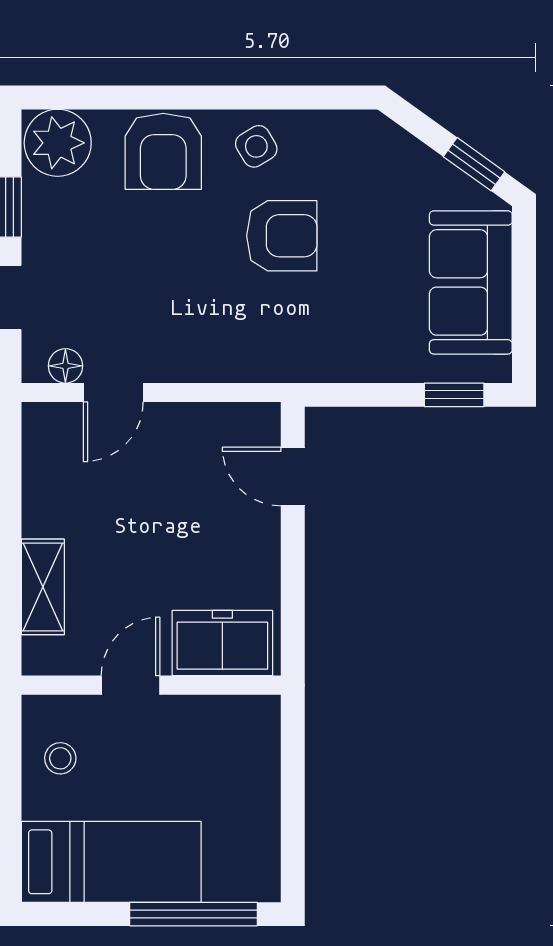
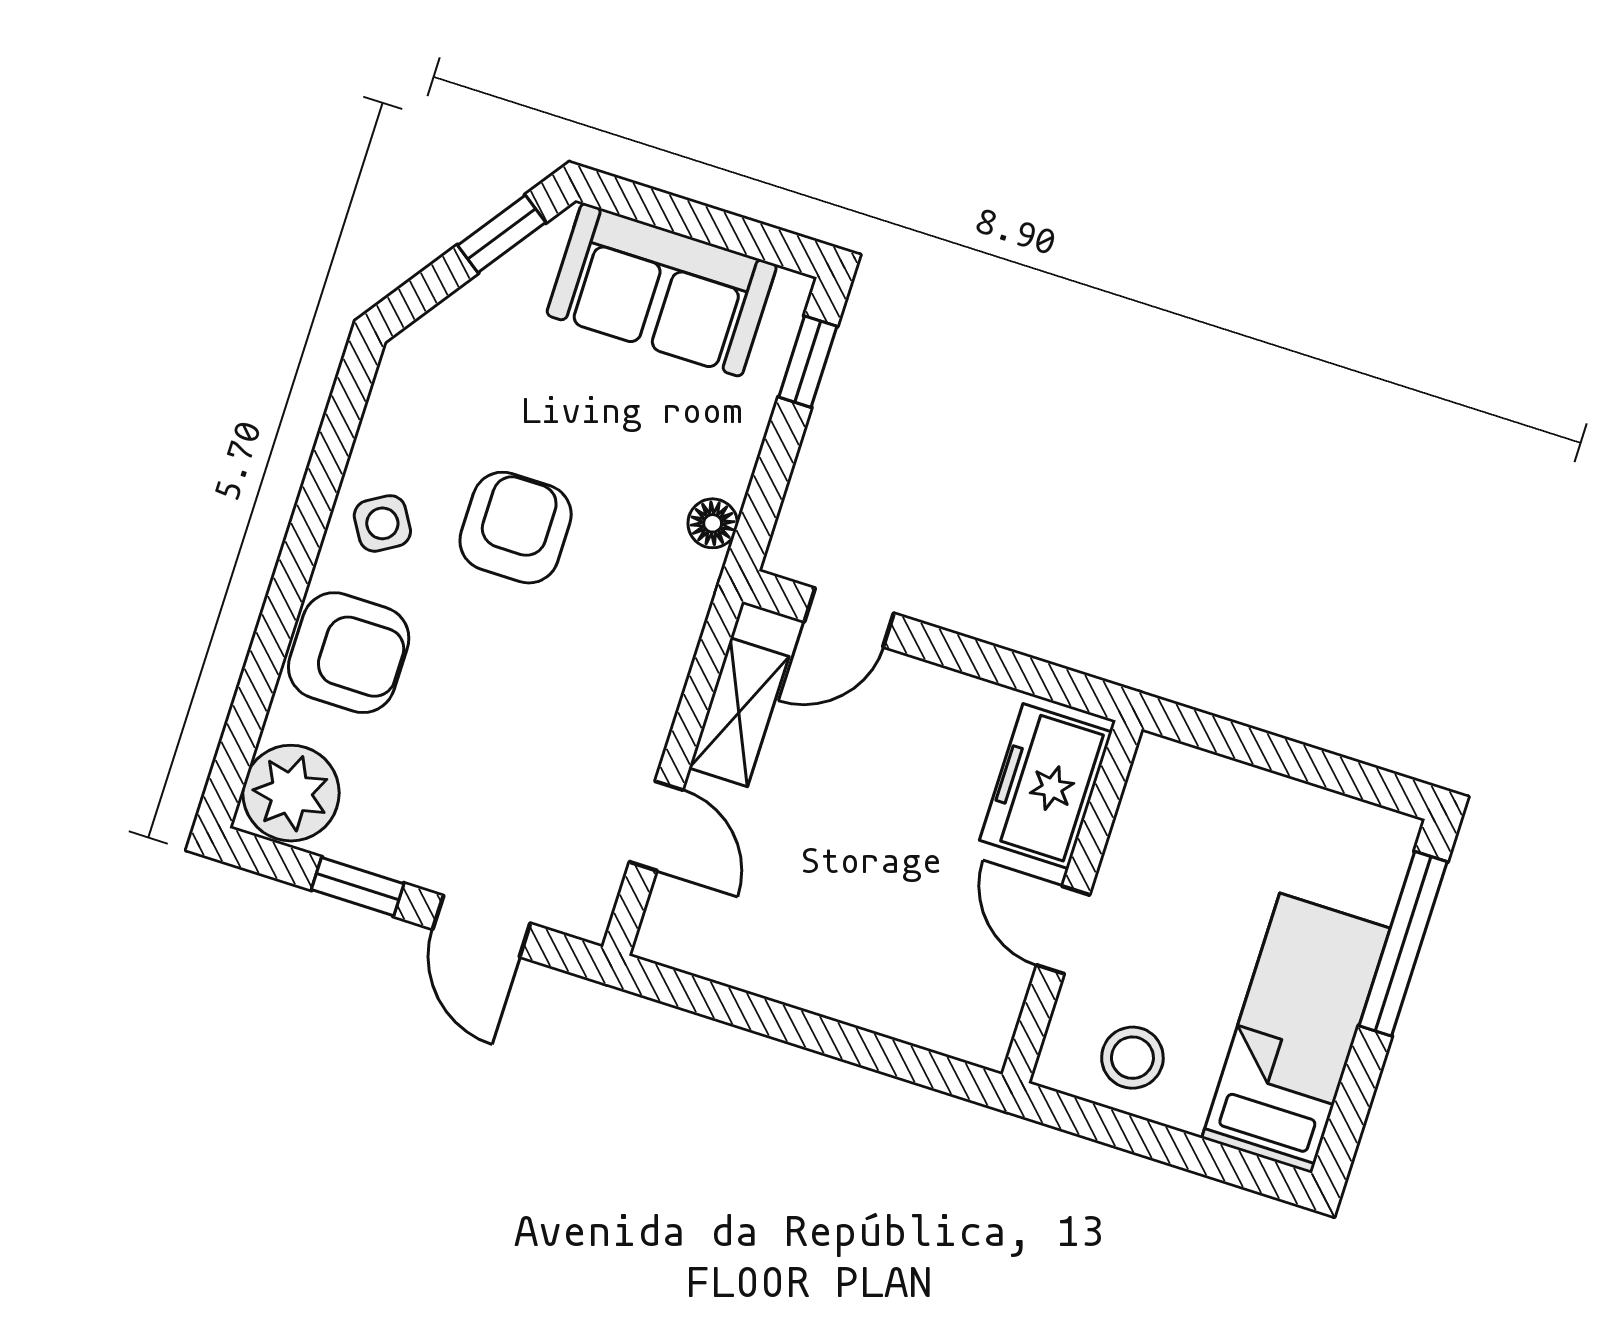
floor lamp: (65, 366) -> (713, 523), moved
shelving: (43, 587) -> (739, 712), moved, turned 90
stool: (60, 758) -> (1132, 1058), width x1.37, depth x1.37

